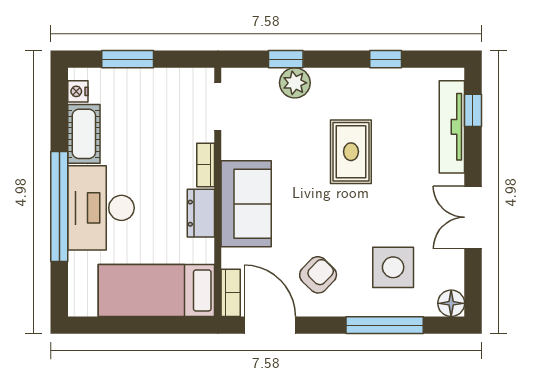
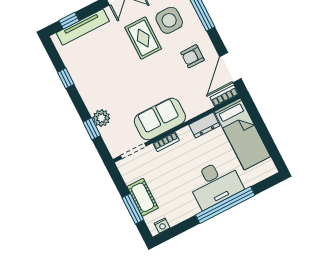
cot: (84, 134) -> (143, 197), moved, turned 90
rug: (351, 152) -> (143, 38), moved, turned 90
sofa: (246, 204) -> (160, 119), moved
dresser: (201, 213) -> (204, 125), moved
armchair: (318, 275) -> (192, 56), turned -44

